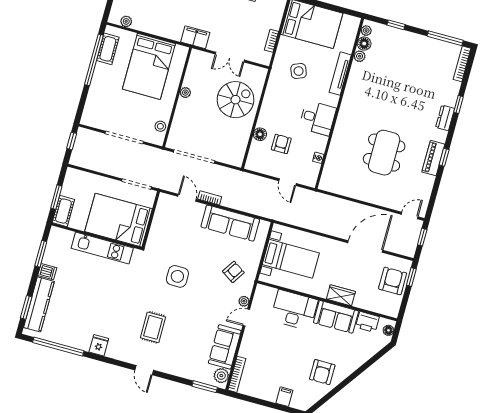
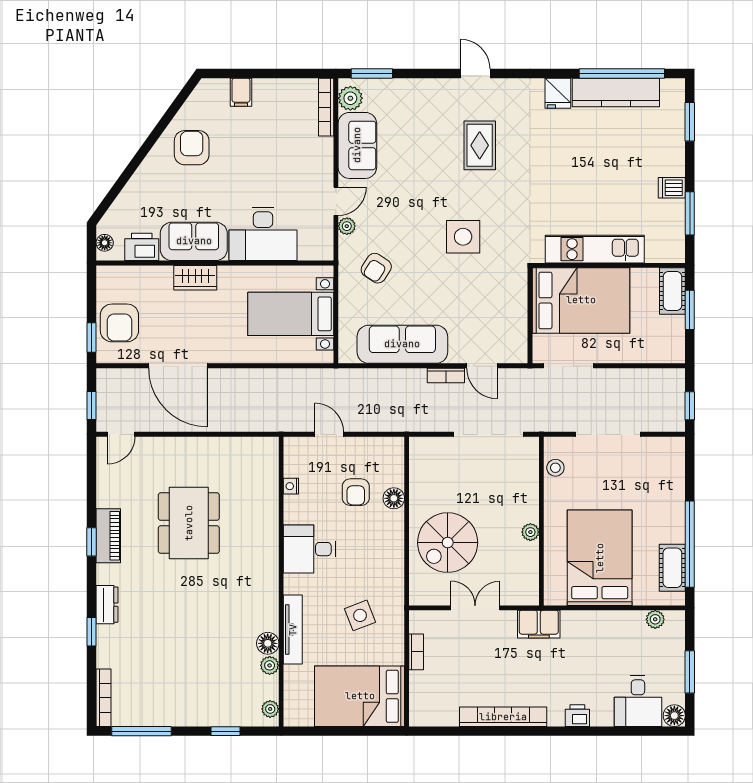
floor lamp: (364, 44) -> (268, 643), moved
door: (365, 247) -> (178, 366), hinge flipped
kitchen counter: (39, 304) -> (616, 93), moved, turned -90

